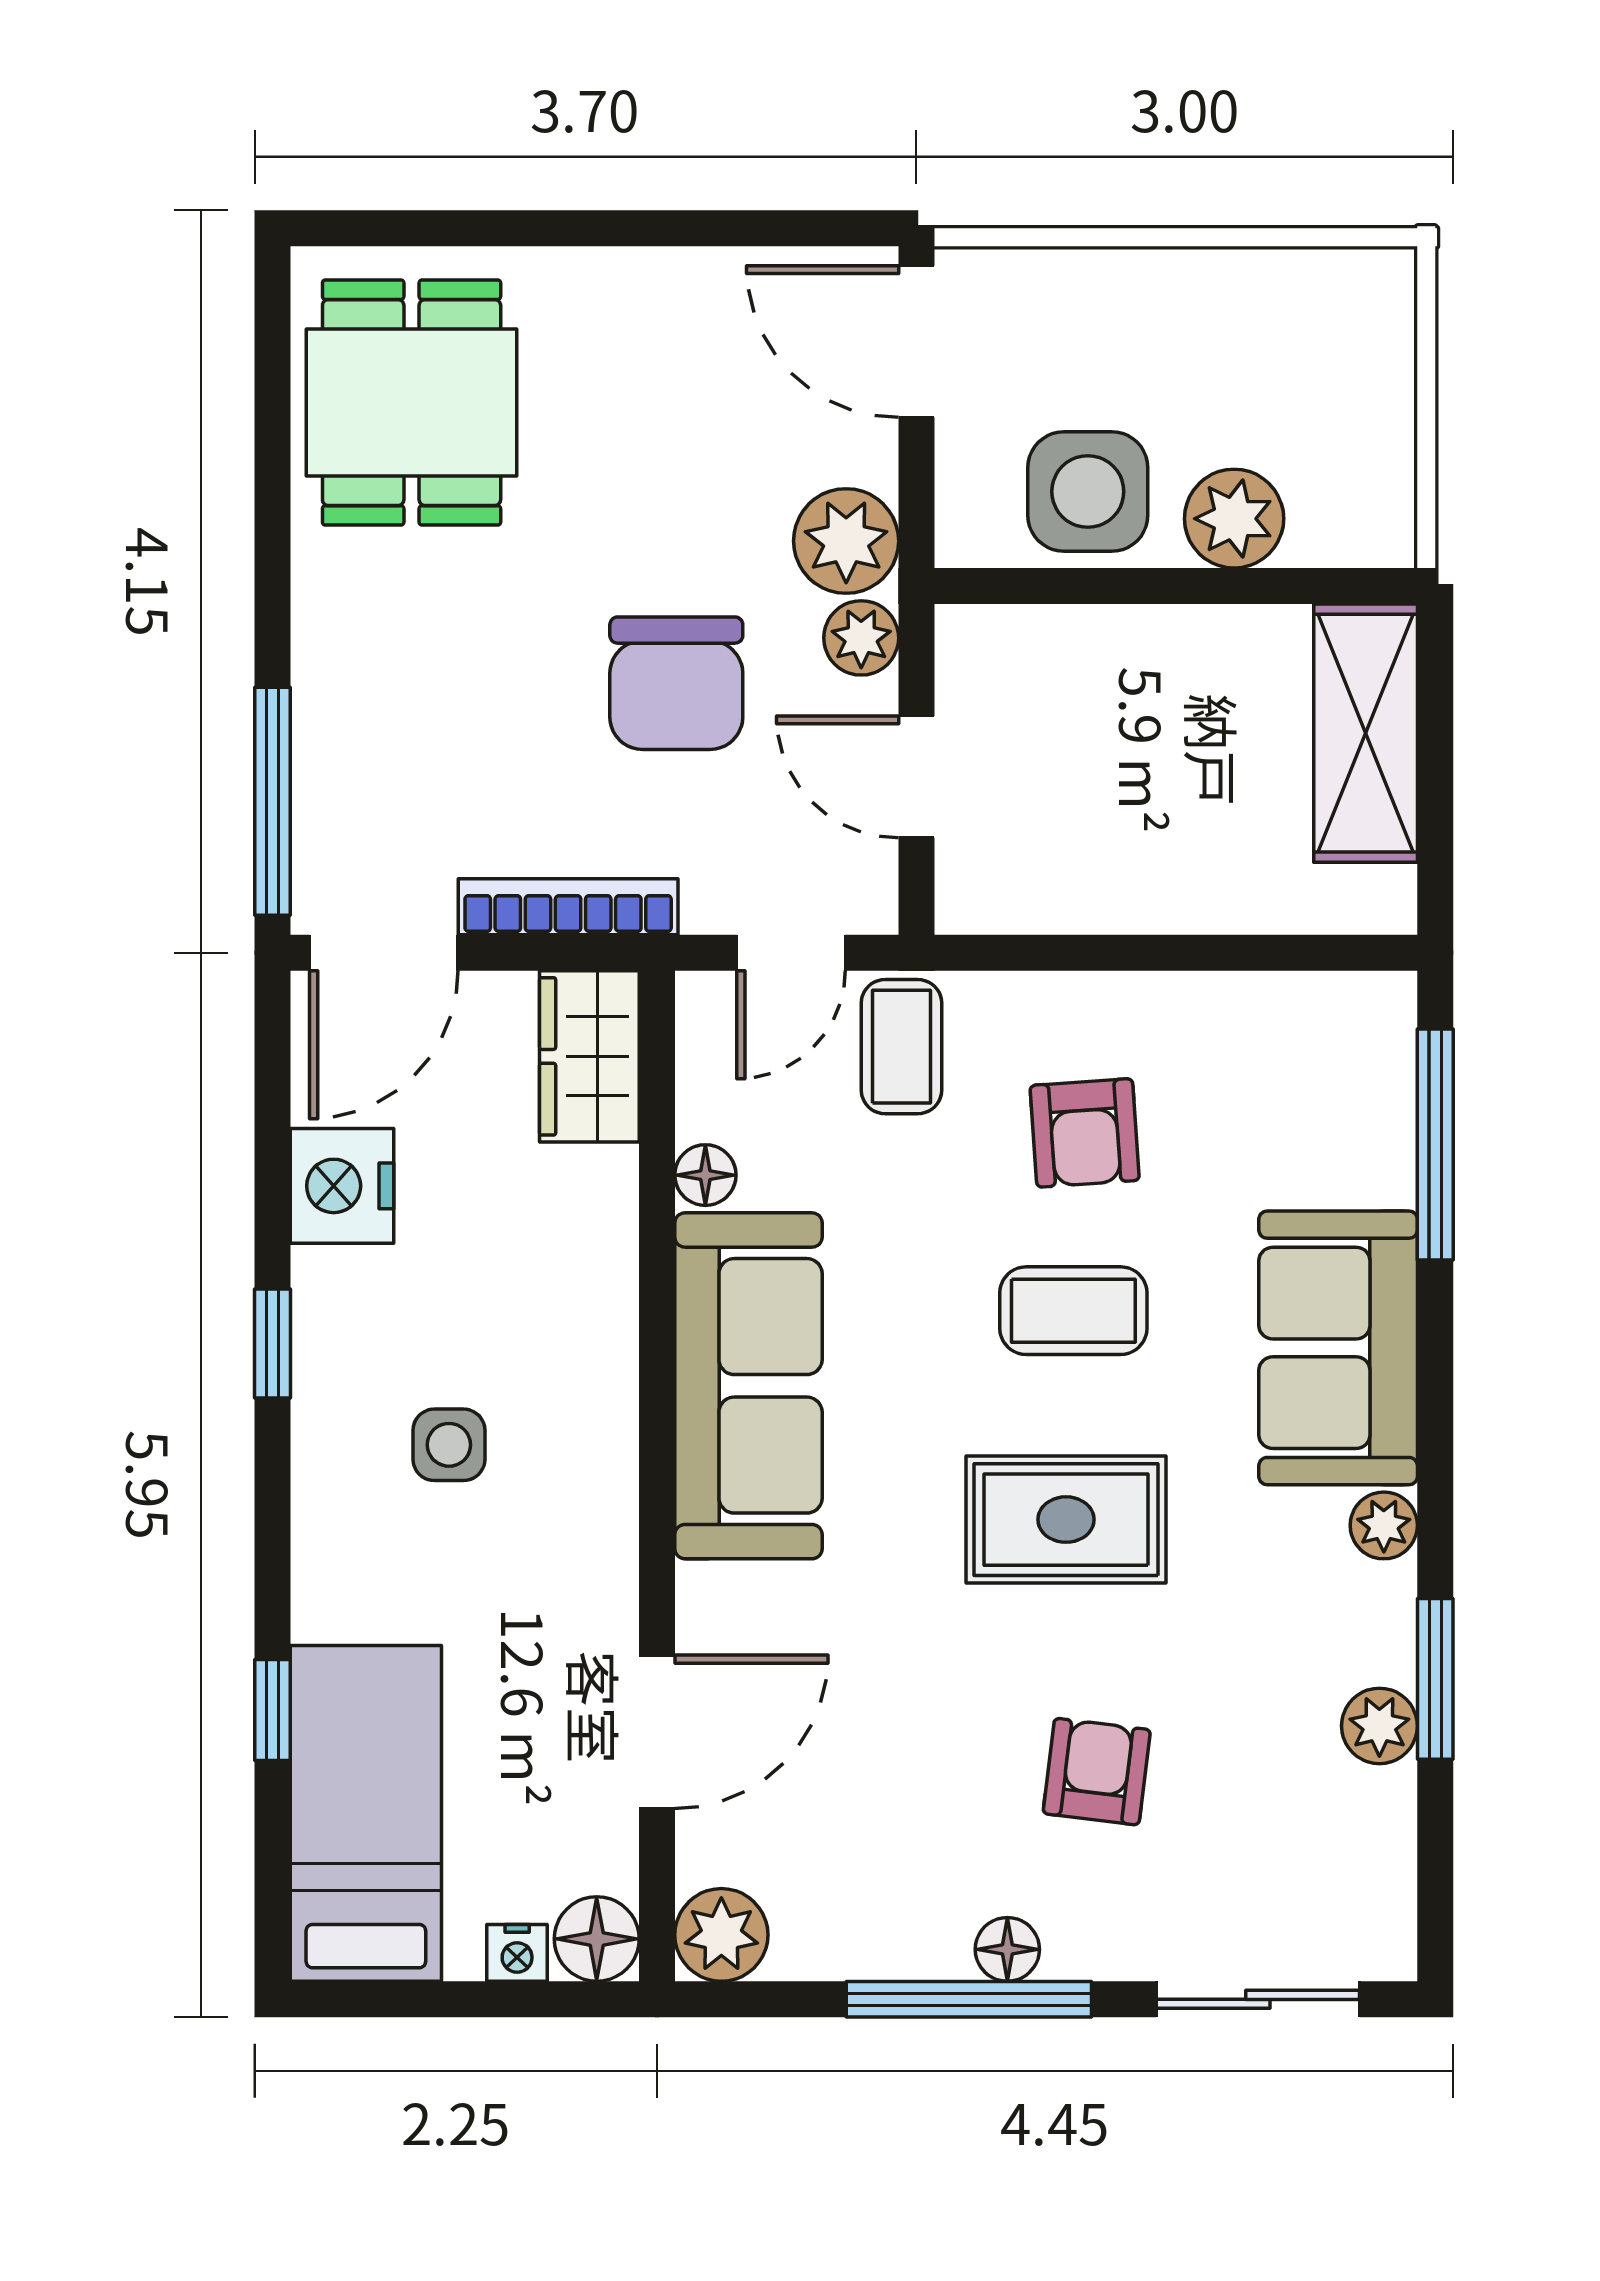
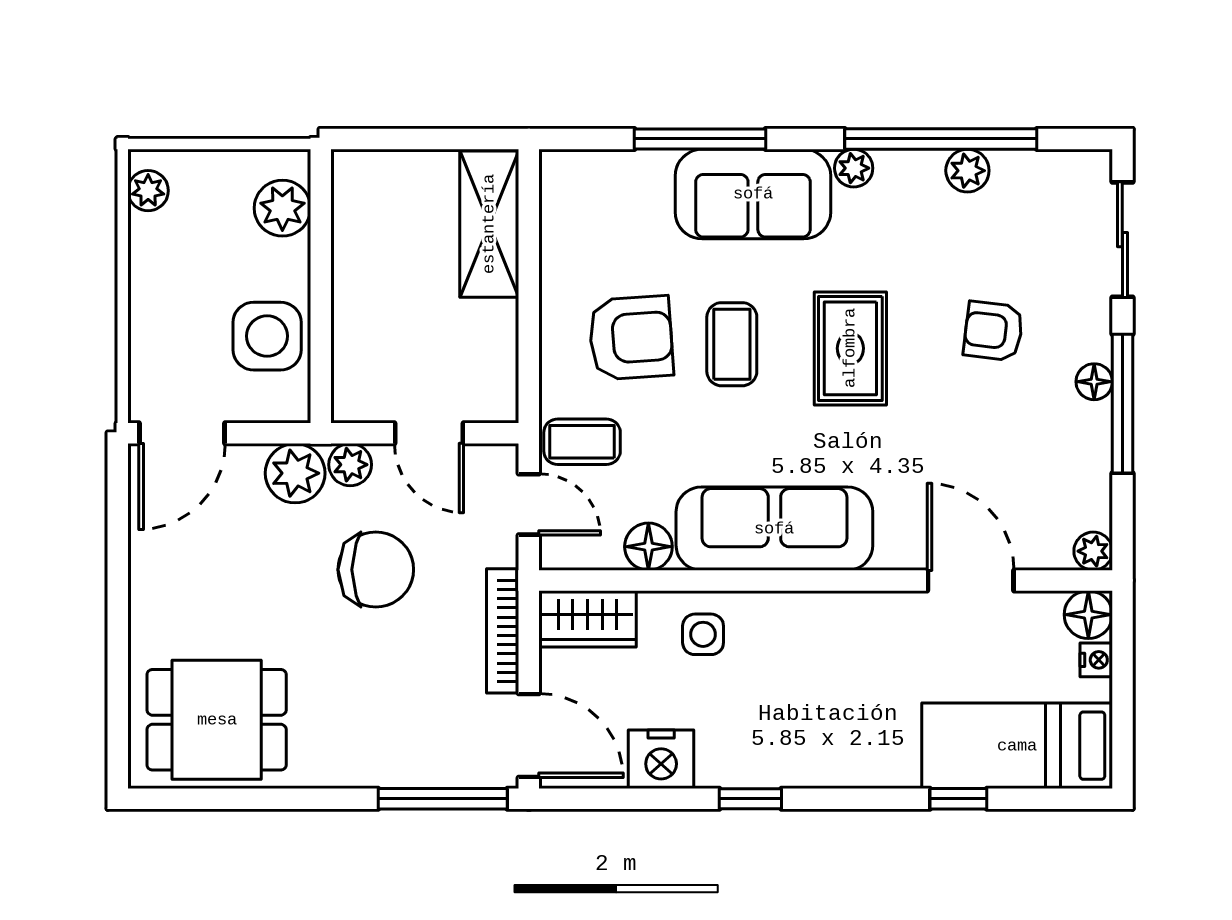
plant: (1344, 282) -> (148, 191), added
plant: (1234, 519) -> (282, 208), moved
shelving: (1366, 733) -> (489, 224), moved, turned 90
door: (916, 777) -> (429, 433), hinge flipped
armchair: (1085, 1133) -> (631, 338), width x1.38, depth x1.38
window: (1435, 1145) -> (700, 139), moved
floor lamp: (705, 1175) -> (648, 547), width x1.37, depth x1.37
side table: (449, 1445) -> (703, 634), moved
window: (1435, 1679) -> (941, 139), width x2.11
plant: (721, 1935) -> (1093, 551), width x0.73, depth x0.73

